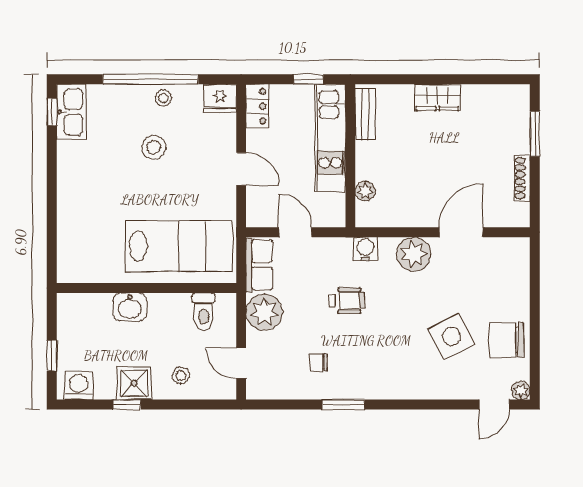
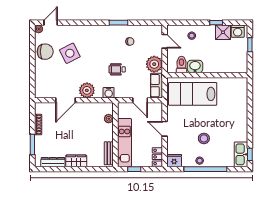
dresser: (489, 95) -> (53, 162), added
washbasin: (130, 307) -> (195, 66), moved
shower: (134, 383) -> (223, 32), moved

